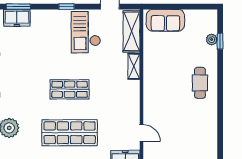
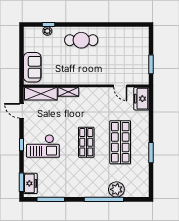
checkout: (86, 32) -> (43, 146), moved
cafe table: (200, 83) -> (81, 40), width x1.37, depth x1.35
door: (141, 133) -> (120, 86), swing flipped

